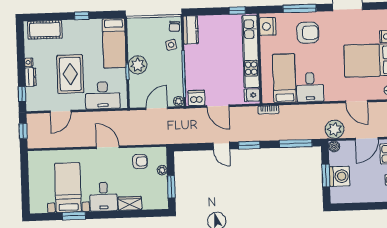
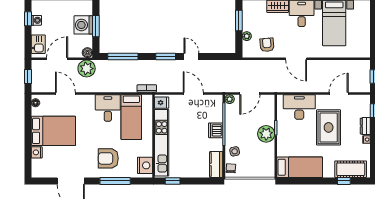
window: (82, 16) -> (344, 181), moved
bed: (114, 43) -> (300, 167), moved, turned 90
dishwasher: (196, 98) -> (216, 130), moved, turned 90
armchair: (140, 161) -> (267, 45), turned 85

